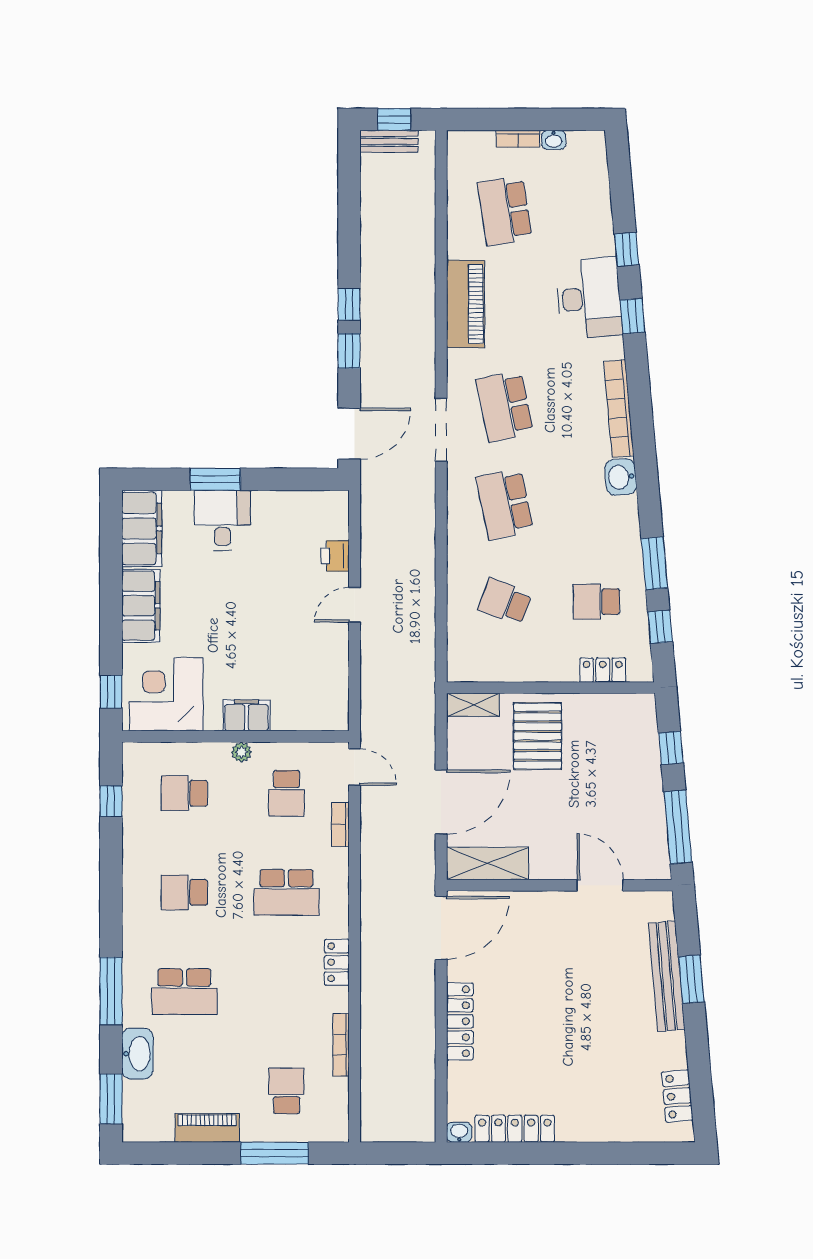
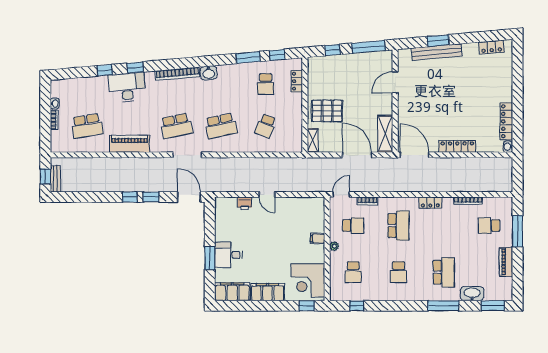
filing cabinet: (247, 715) -> (318, 238), width x0.50

